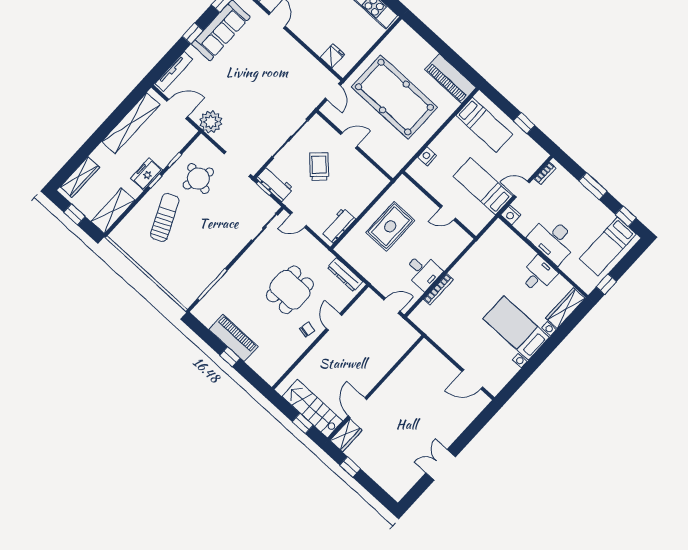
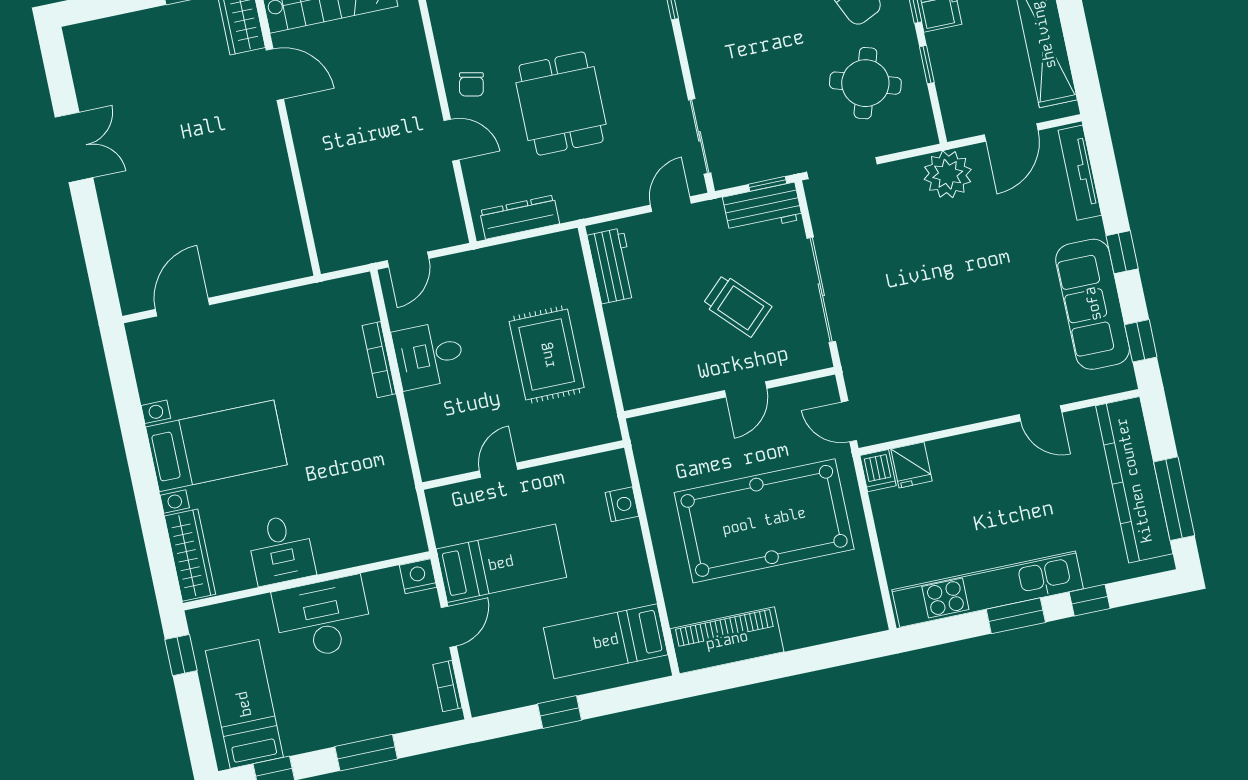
dishwasher: (344, 67) -> (878, 471), added

